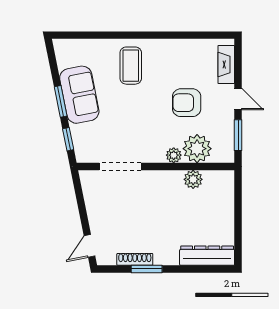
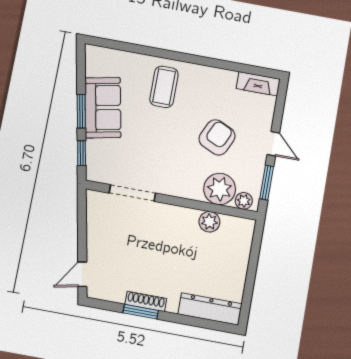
fireplace: (226, 64) -> (258, 84), moved, turned -90
armchair: (187, 103) -> (217, 137), turned 115
plant: (174, 155) -> (244, 201), moved
shoe rack: (135, 259) -> (146, 301), moved

